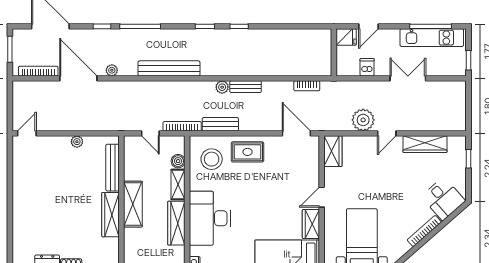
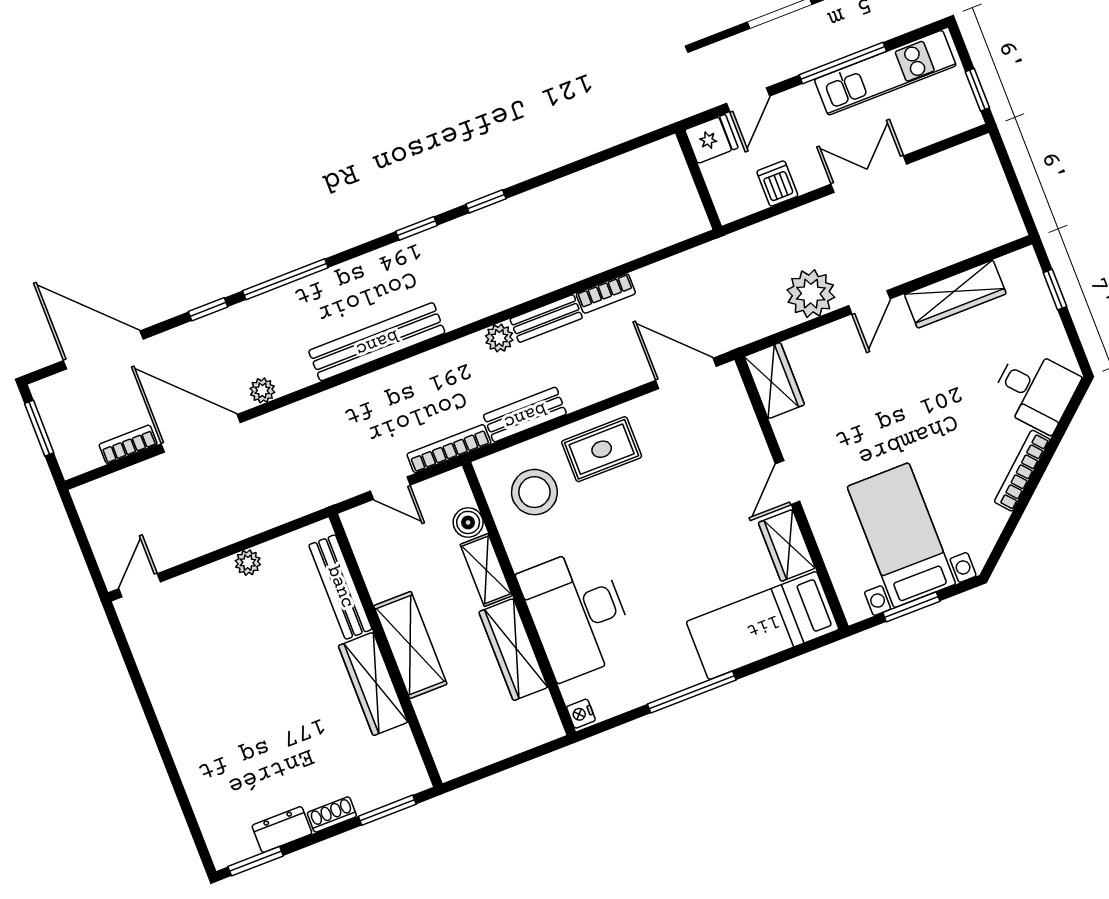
window: (431, 26) -> (843, 63), moved
bookcase: (38, 71) -> (128, 444), width x0.64
bookcase: (307, 86) -> (606, 293), moved

